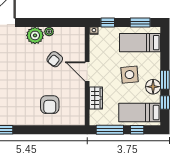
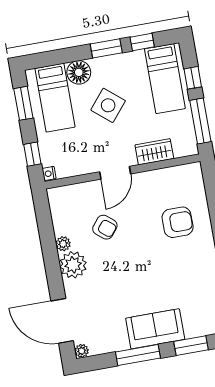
side table: (130, 75) -> (108, 105), turned 45
floor lamp: (153, 87) -> (79, 72), moved

